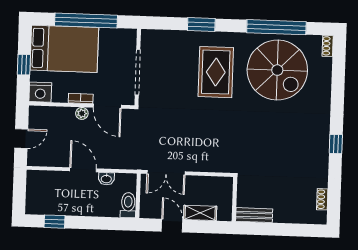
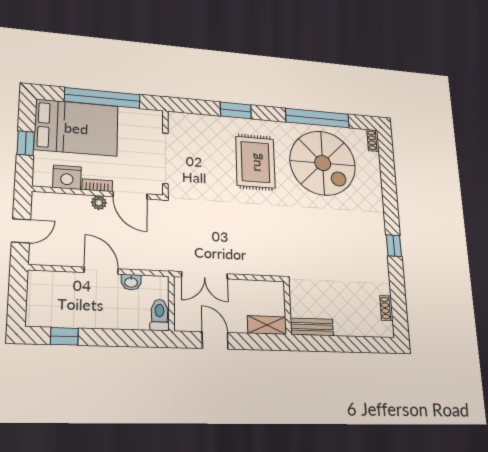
nightstand: (40, 92) -> (67, 177), moved
shelving: (200, 213) -> (267, 325), moved

